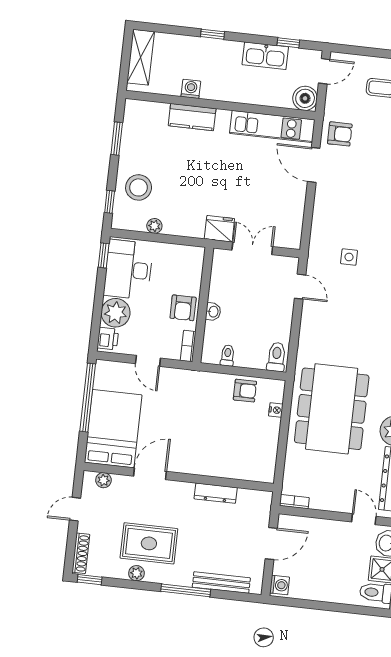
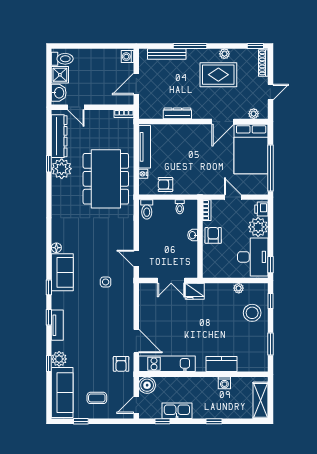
armchair: (340, 134) -> (121, 364), turned -90
tv unit: (269, 449) -> (145, 147), added

